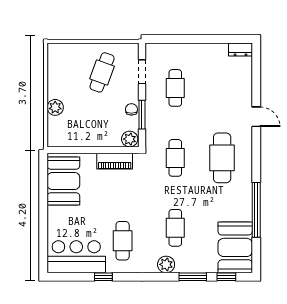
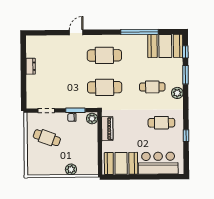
dresser: (240, 50) -> (31, 66), moved
cafe table: (175, 88) -> (57, 88), removed
cafe table: (175, 158) -> (105, 87), width x1.37, depth x1.35
bar counter: (76, 257) -> (158, 163), moved, turned 90

